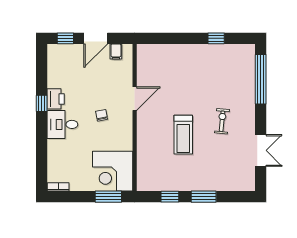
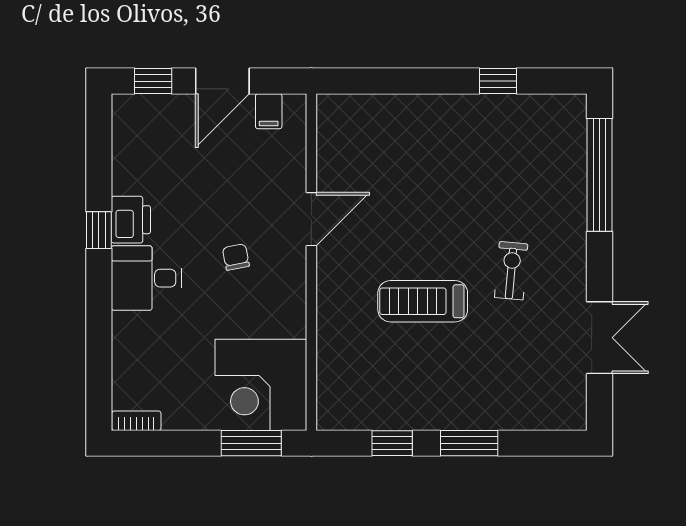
treadmill: (183, 135) -> (423, 301), turned 90

